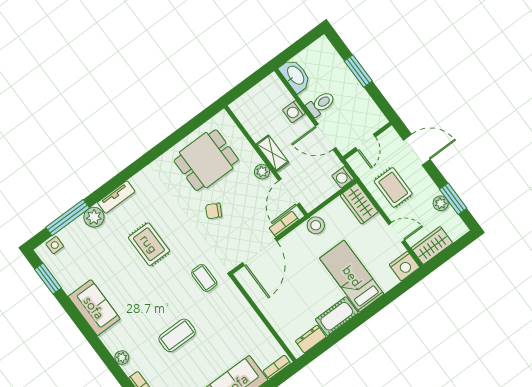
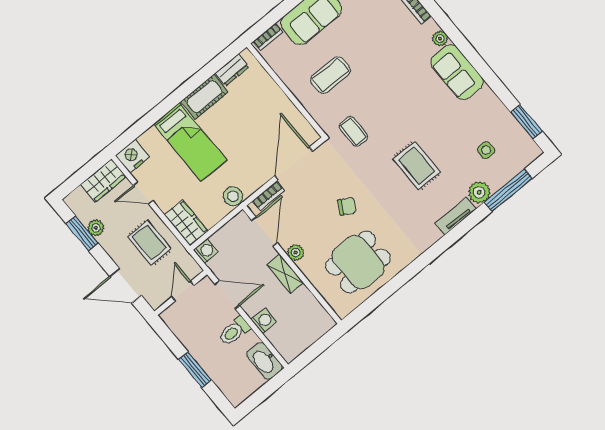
side table: (55, 245) -> (486, 150), moved
sofa: (94, 308) -> (457, 72), moved
coffee table: (177, 335) -> (330, 75), moved

